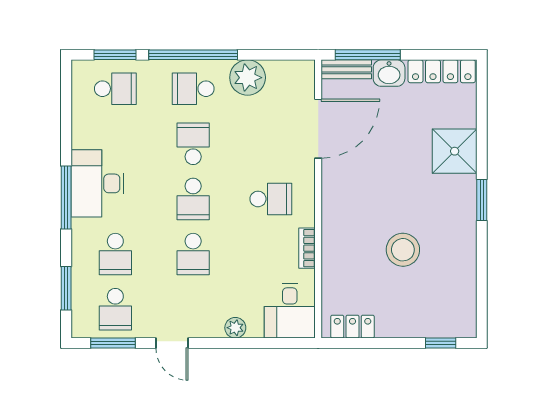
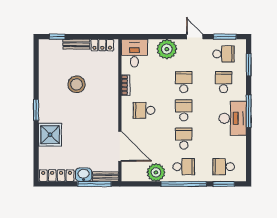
door: (318, 129) -> (120, 146), swing flipped
school desk: (193, 144) -> (184, 138), turned 180
school desk: (115, 309) -> (224, 54), turned 90
plant: (235, 328) -> (167, 49), width x1.88, depth x1.88
bench: (403, 328) -> (76, 44), added

